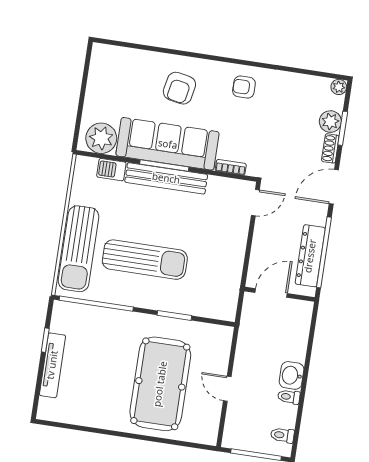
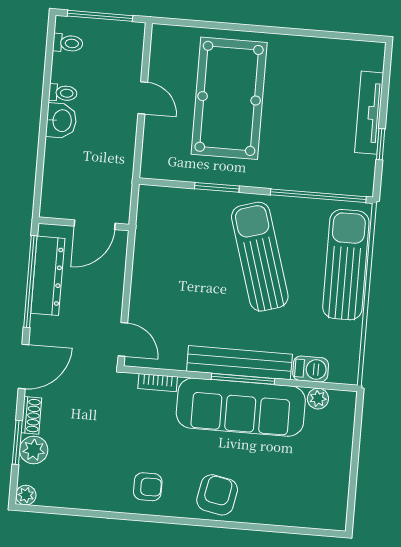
armchair: (179, 88) -> (217, 495), moved
plant: (101, 138) -> (318, 399), width x0.53, depth x0.53
door: (255, 203) -> (123, 339), swing flipped
sun lounger: (145, 260) -> (260, 257), turned 73

